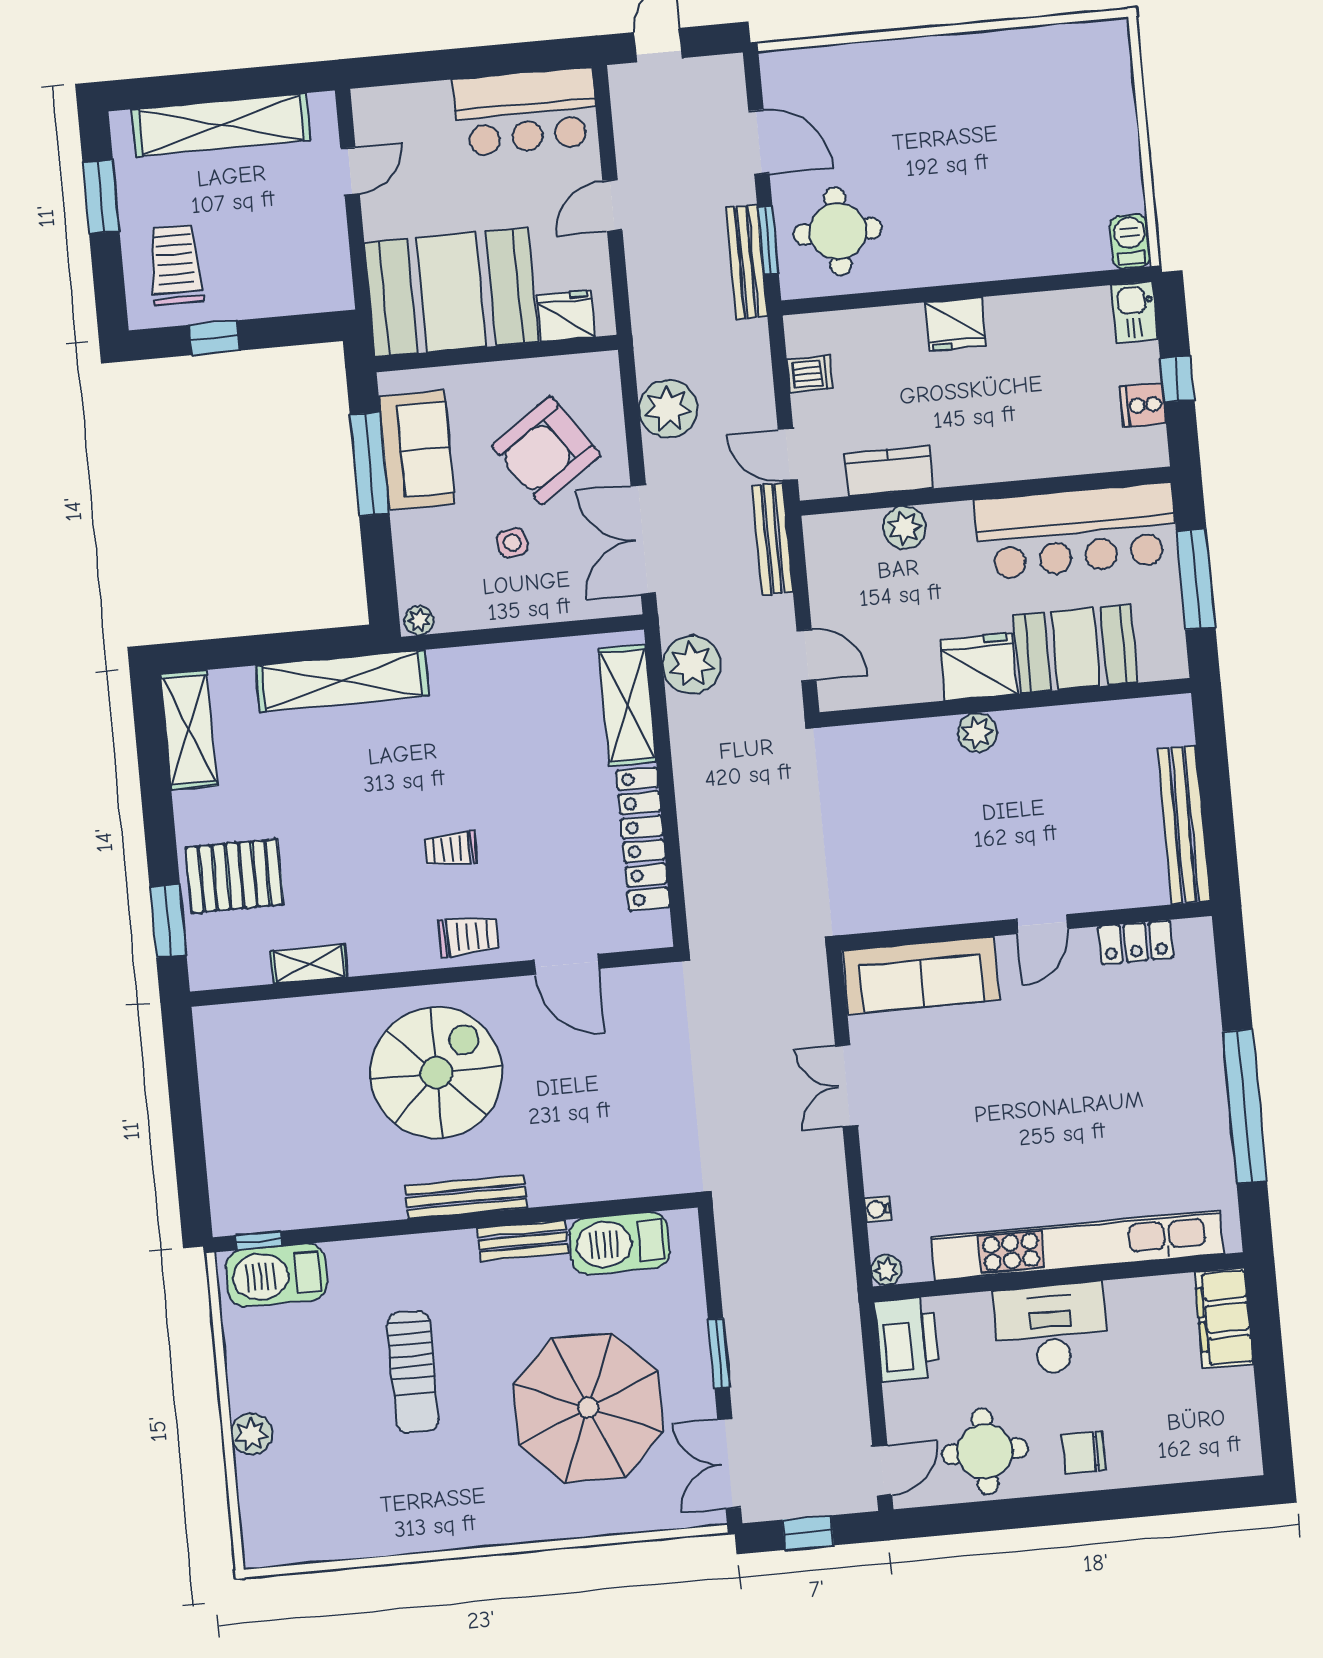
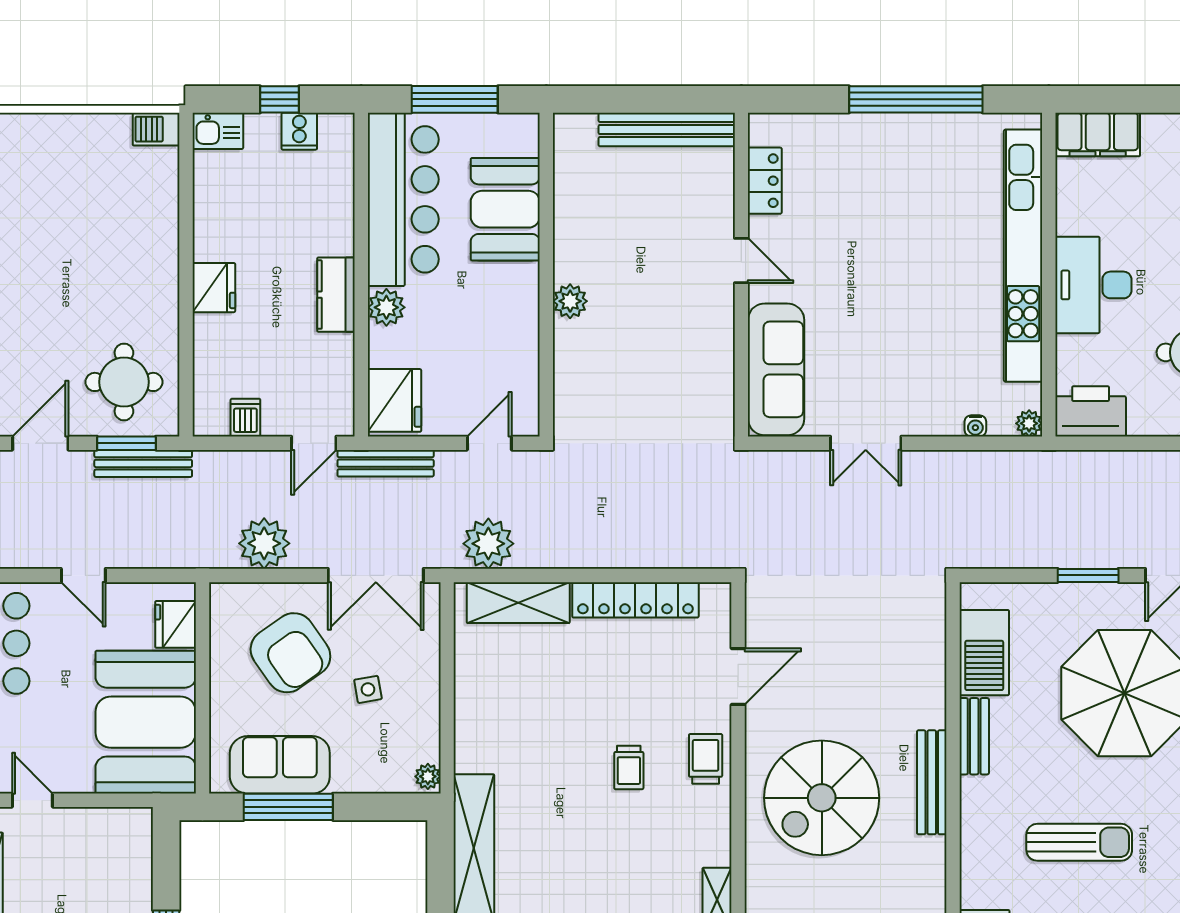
kitchen counter: (889, 471) -> (336, 295), moved
plant: (905, 528) -> (386, 307), moved
fridge: (979, 667) -> (394, 400), moved, turned 180
spiral stairs: (436, 1073) -> (822, 798), turned -90

